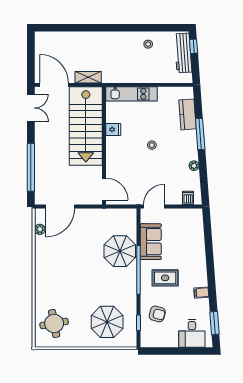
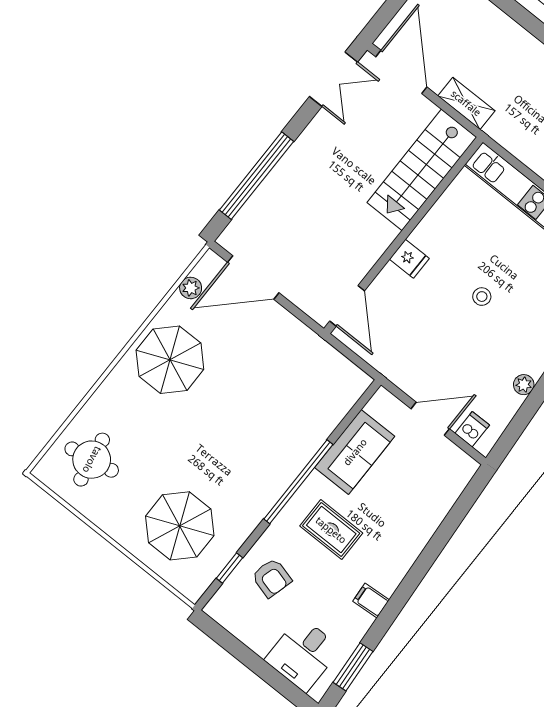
stairs: (86, 126) -> (422, 170), width x0.73, depth x0.66
fridge: (113, 129) -> (409, 259), moved
door: (154, 207) -> (430, 419), moved
parasol: (120, 251) -> (170, 360), moved

